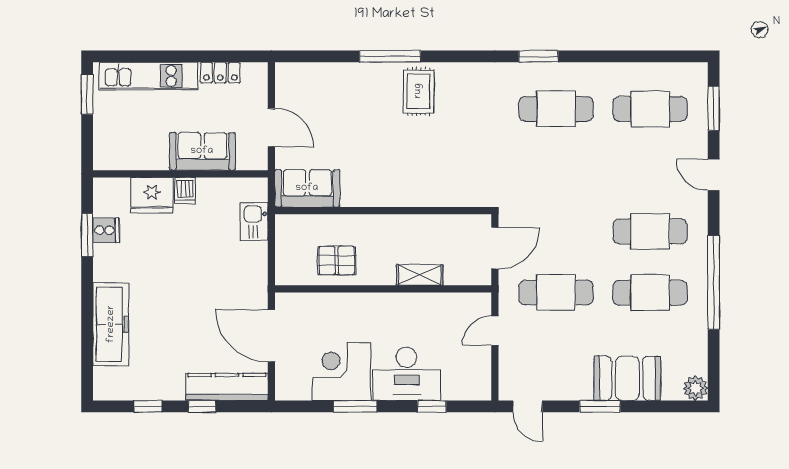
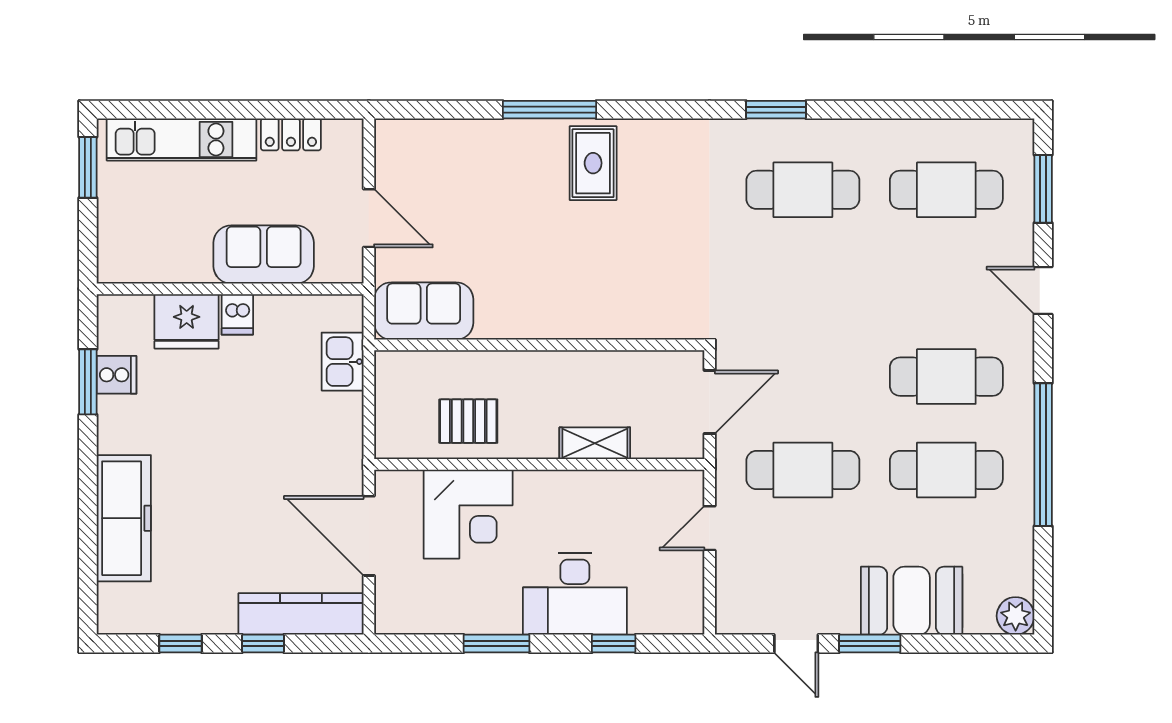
corner desk: (341, 371) -> (468, 514), moved, turned 180
door: (528, 406) -> (796, 644), moved

